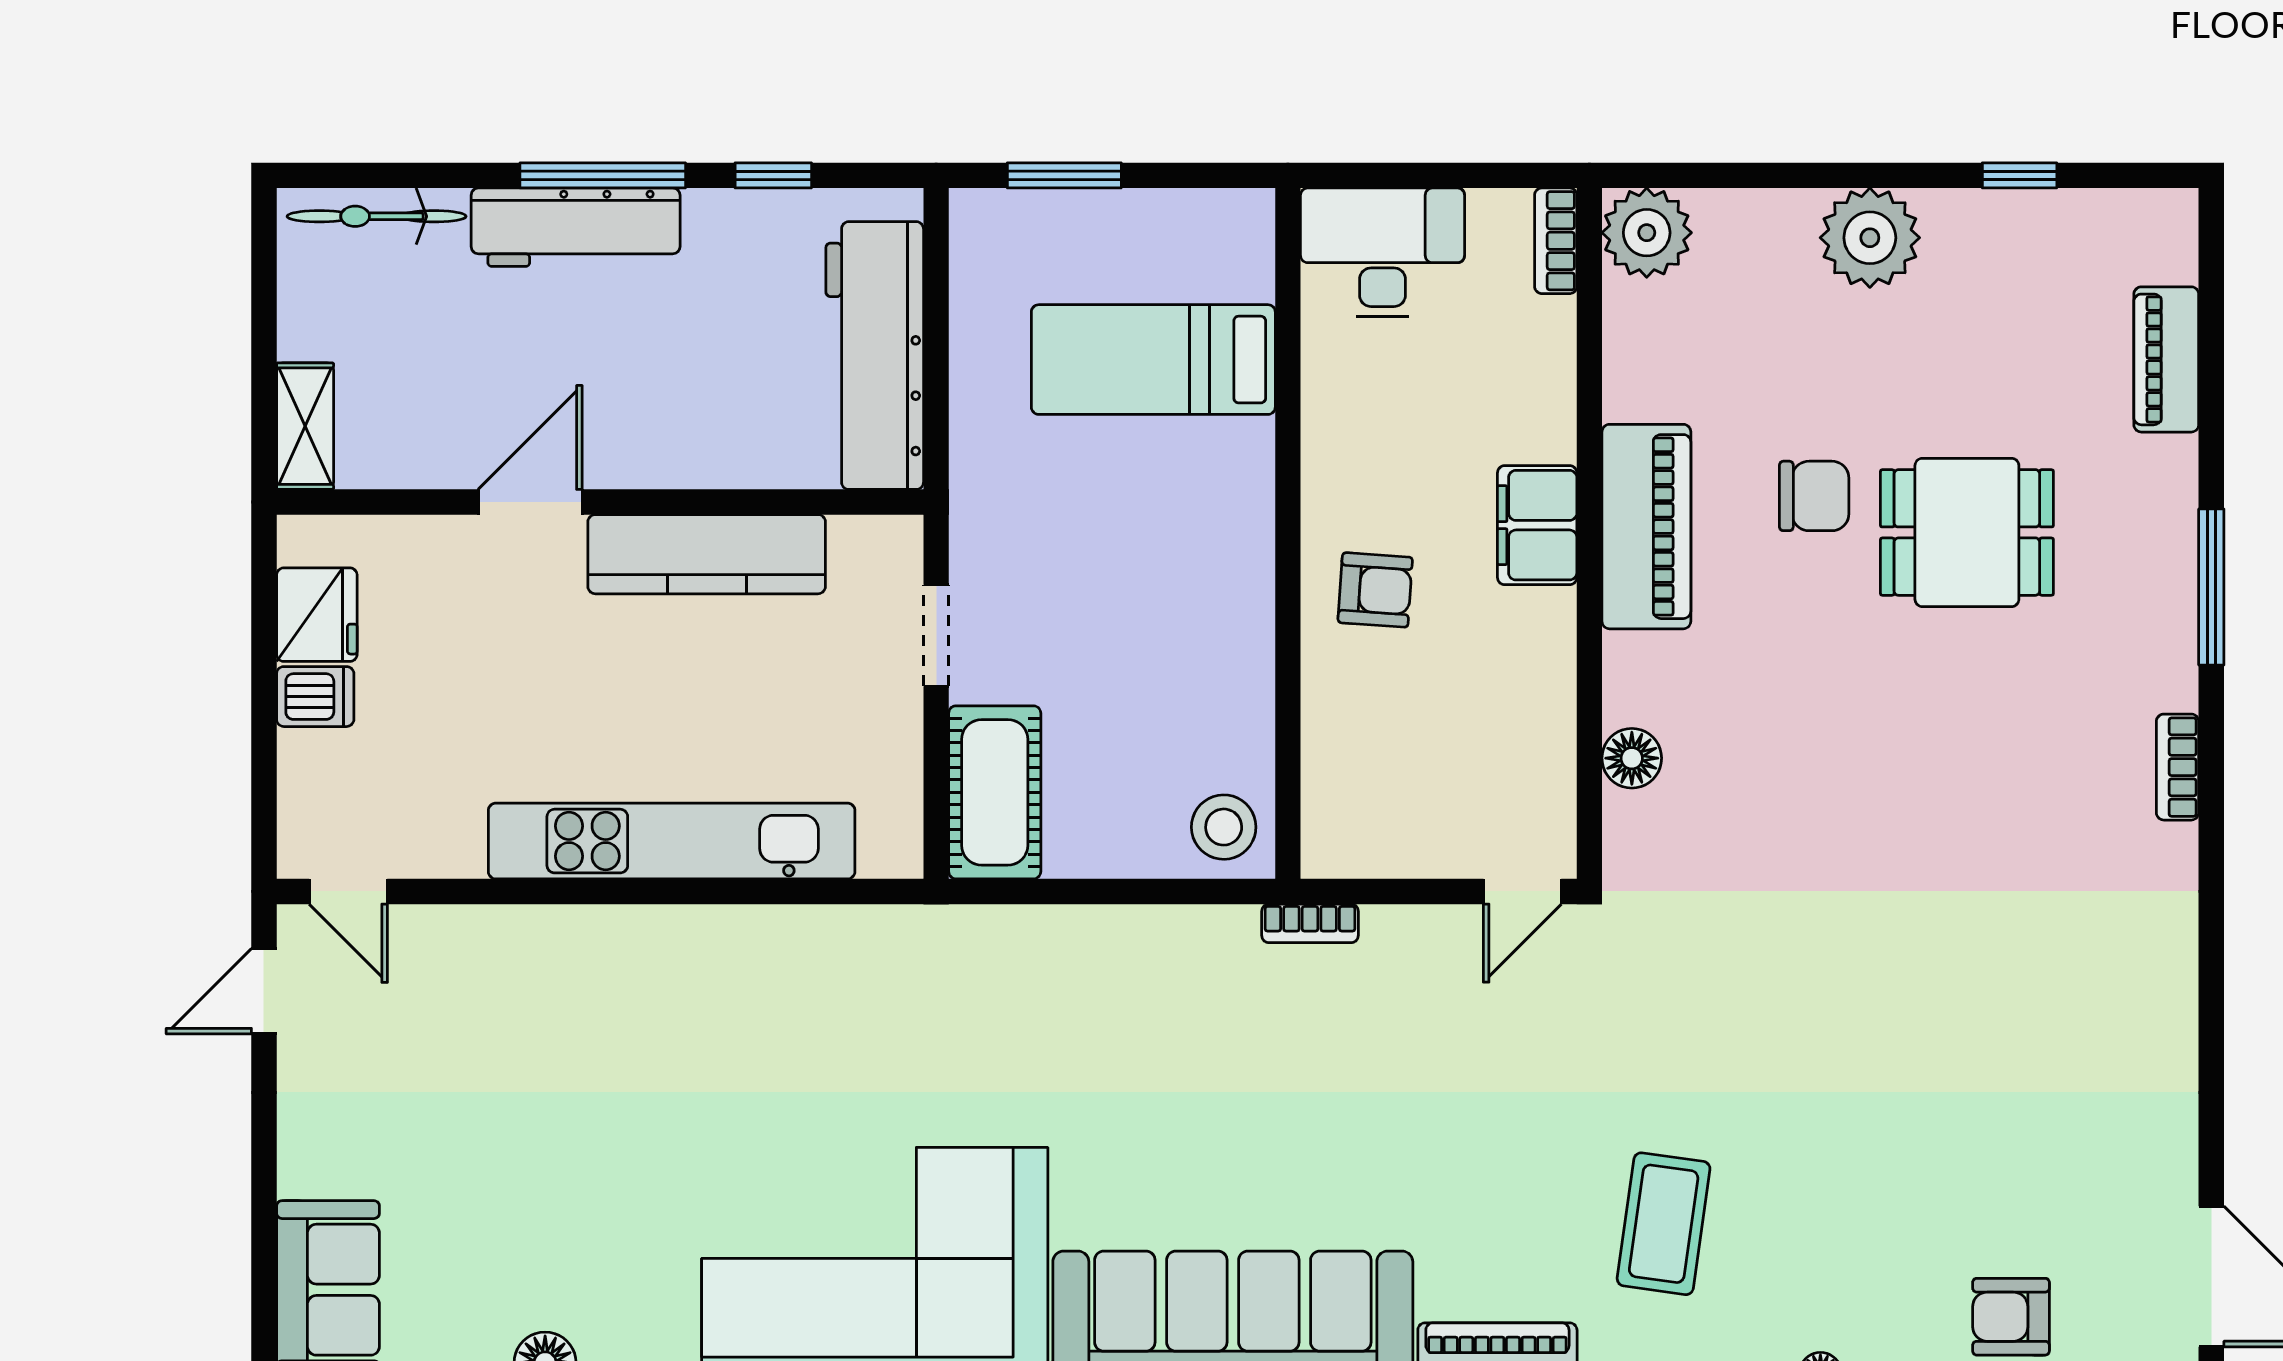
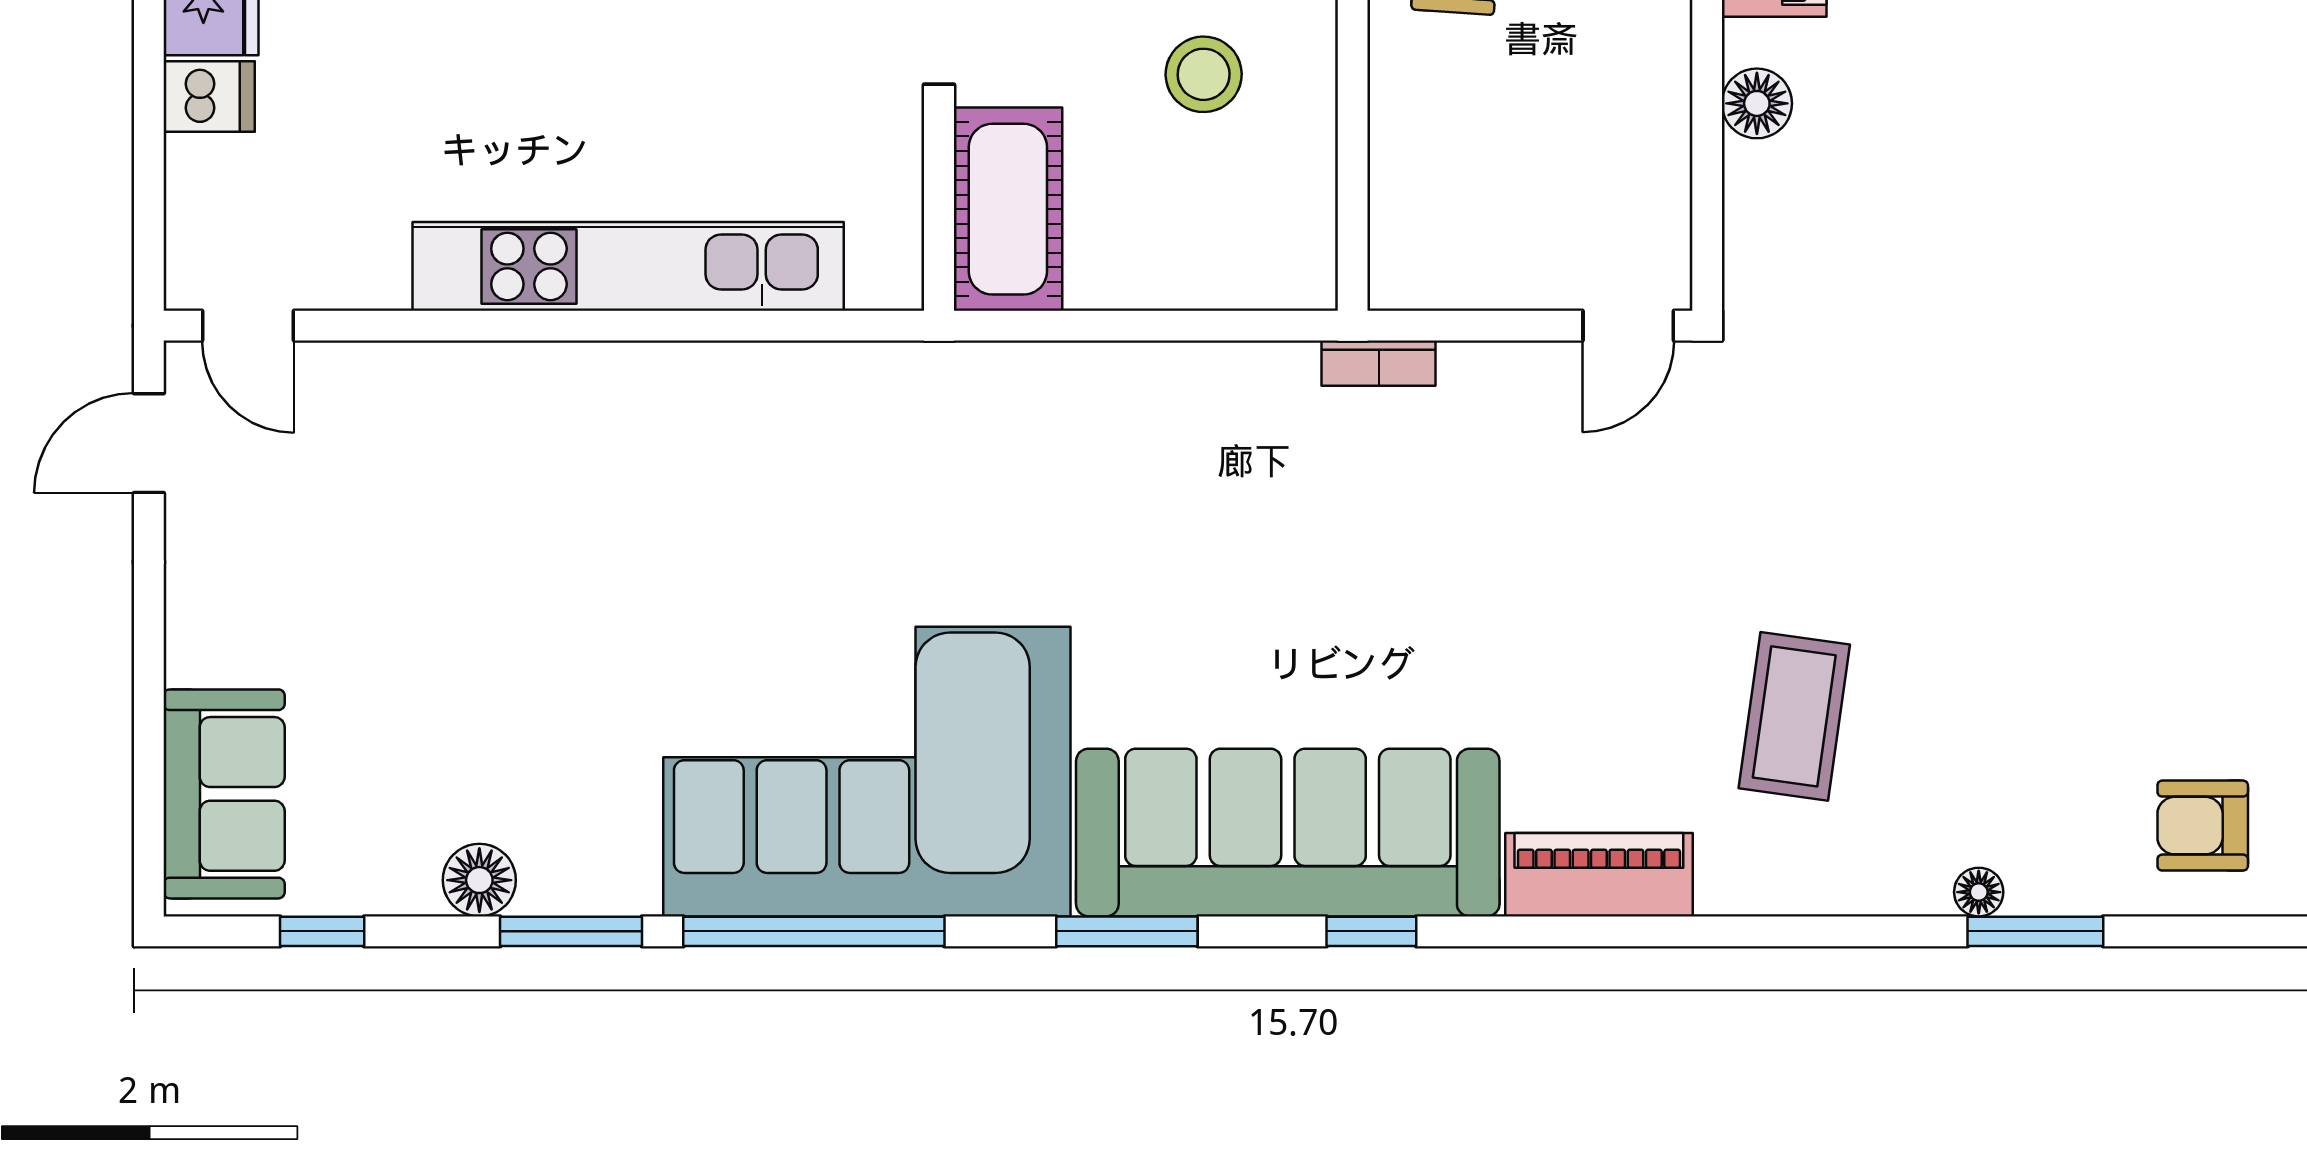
floor lamp: (1632, 758) -> (1757, 103), moved
stool: (1224, 827) -> (1204, 74), moved

